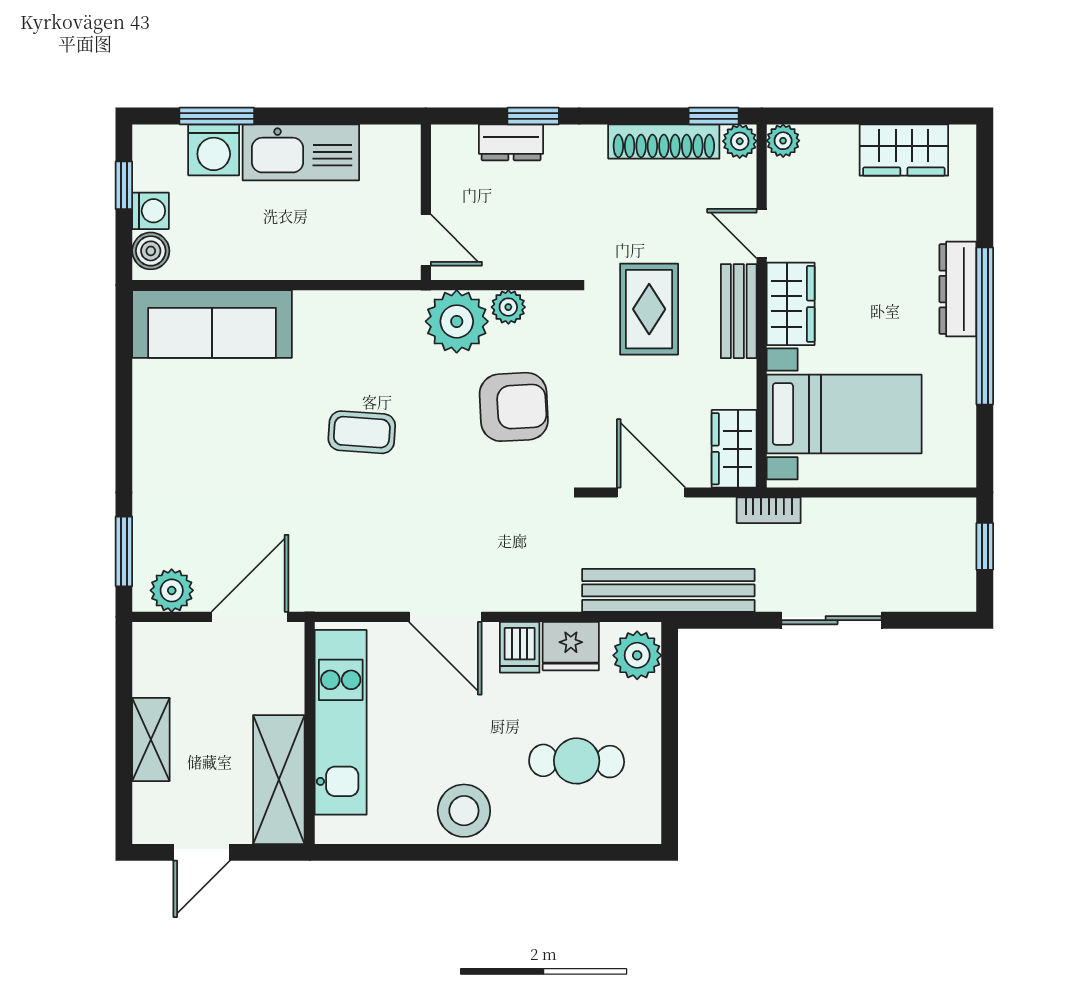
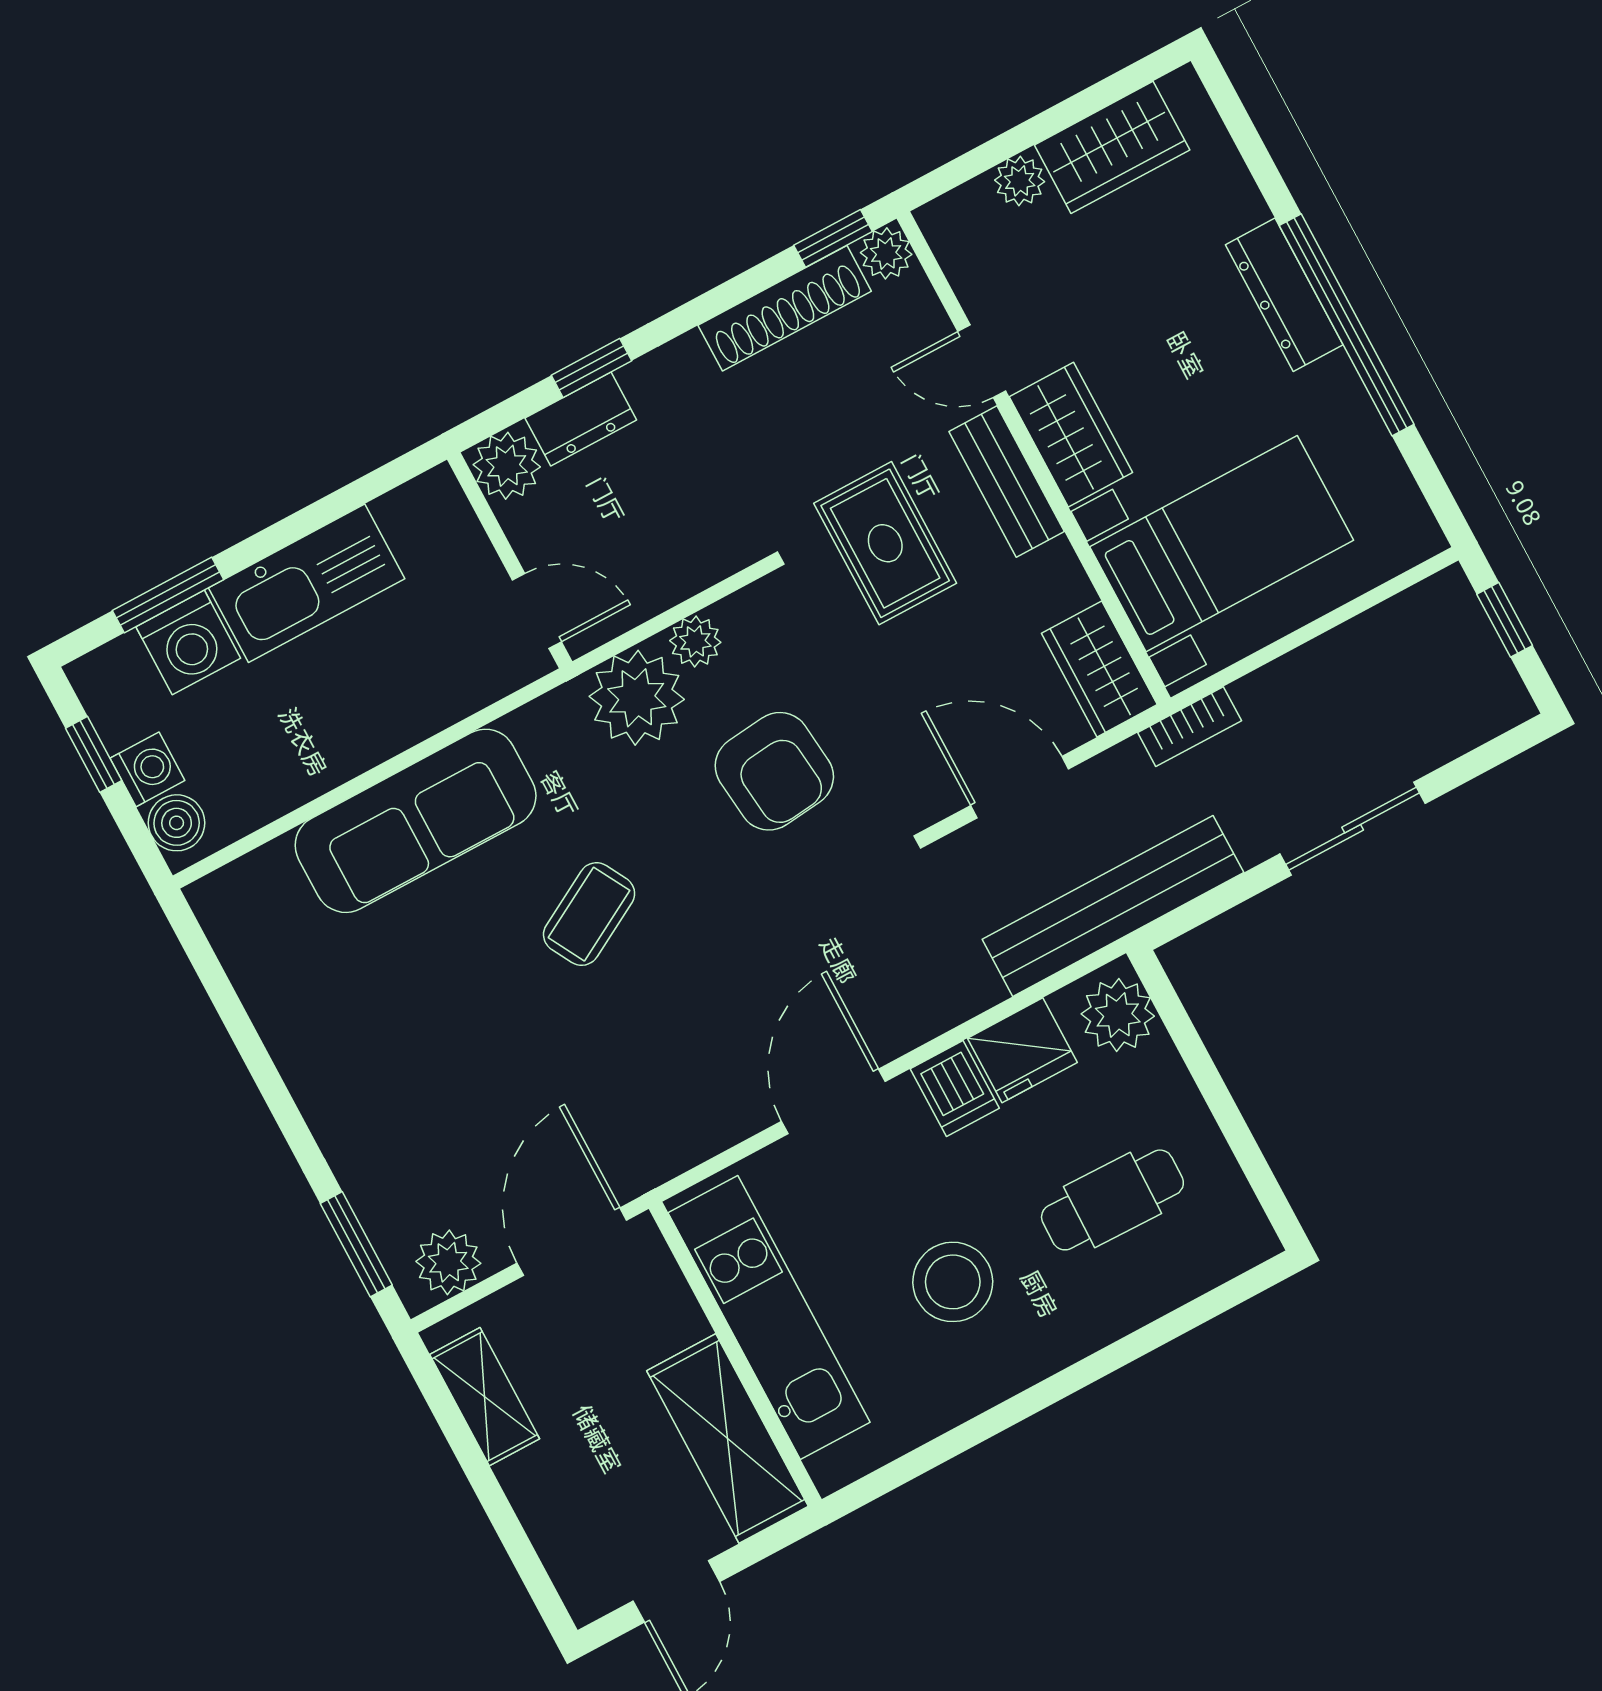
plant: (783, 141) -> (1020, 181), moved
plant: (454, 146) -> (507, 466), added
sofa: (212, 324) -> (416, 821), moved
armchair: (514, 407) -> (774, 771), turned 87
coffee table: (362, 432) -> (589, 914), turned -33
door: (445, 617) -> (833, 1101), swing flipped
shelving: (151, 739) -> (485, 1397), moved
stool: (464, 811) -> (953, 1282), moved

